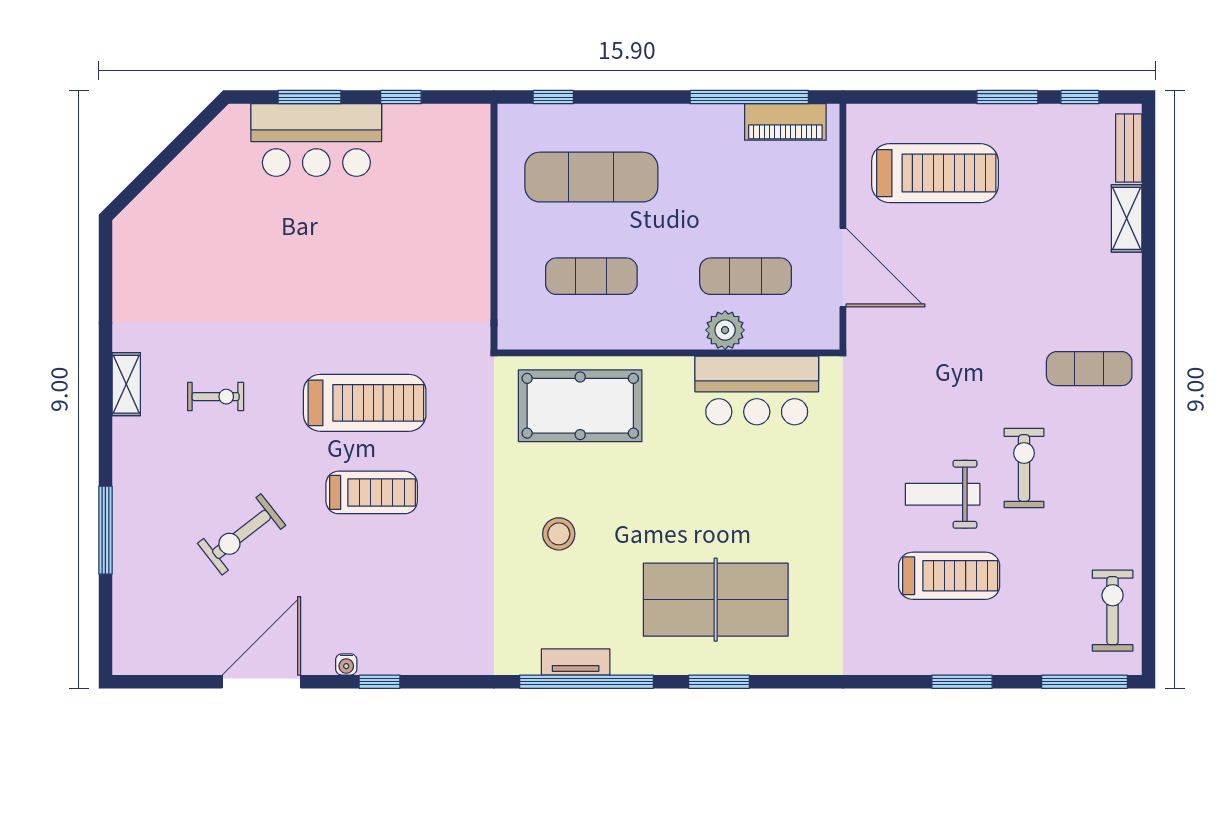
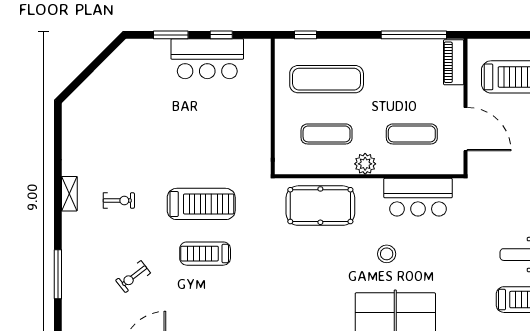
piano: (785, 122) -> (454, 62), moved, turned 90
bar counter: (316, 140) -> (207, 59), moved
plant: (725, 330) -> (365, 164), moved
treadmill: (372, 492) -> (205, 254), turned 180
exercise bike: (242, 534) -> (133, 277), width x0.73, depth x0.72
stool: (559, 534) -> (387, 254), moved

